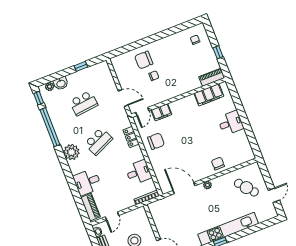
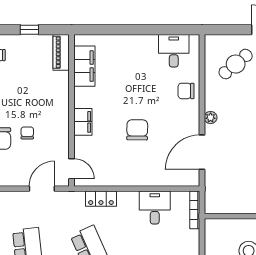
filing cabinet: (161, 112) -> (83, 122), moved
desk: (231, 123) -> (174, 51), moved
chair: (156, 141) -> (137, 130), moved

